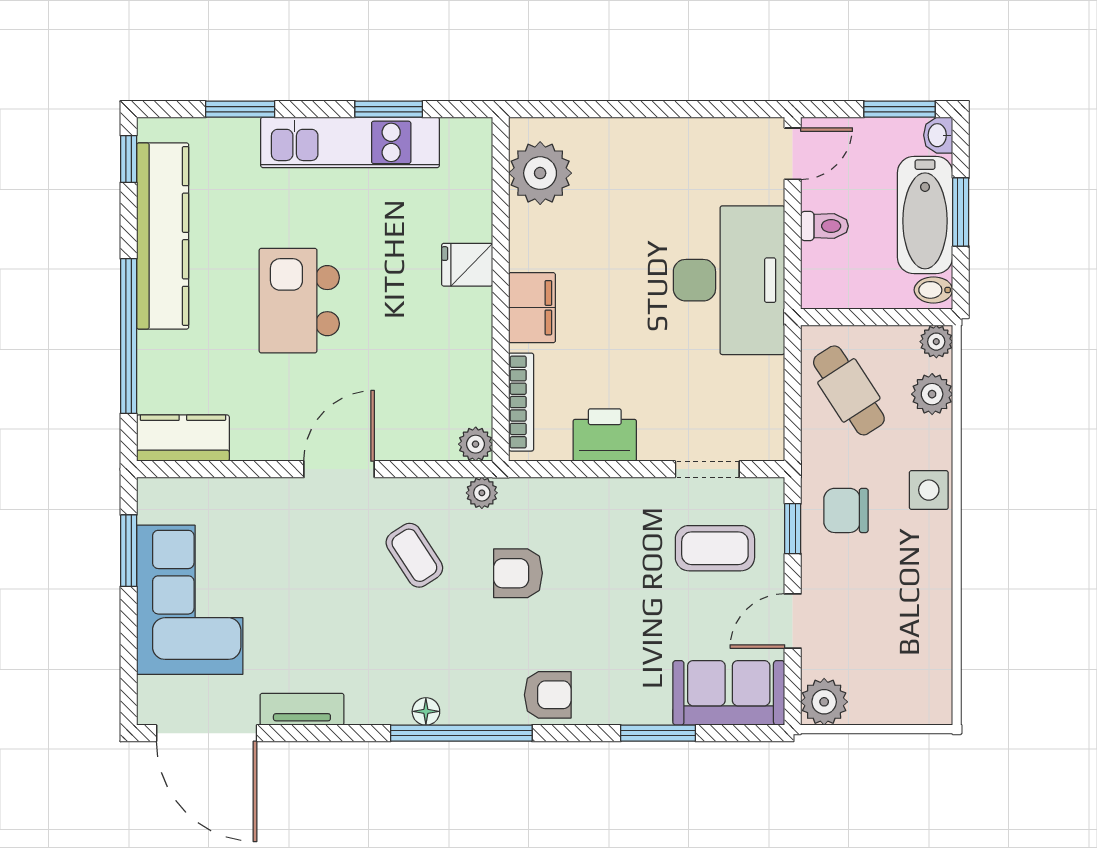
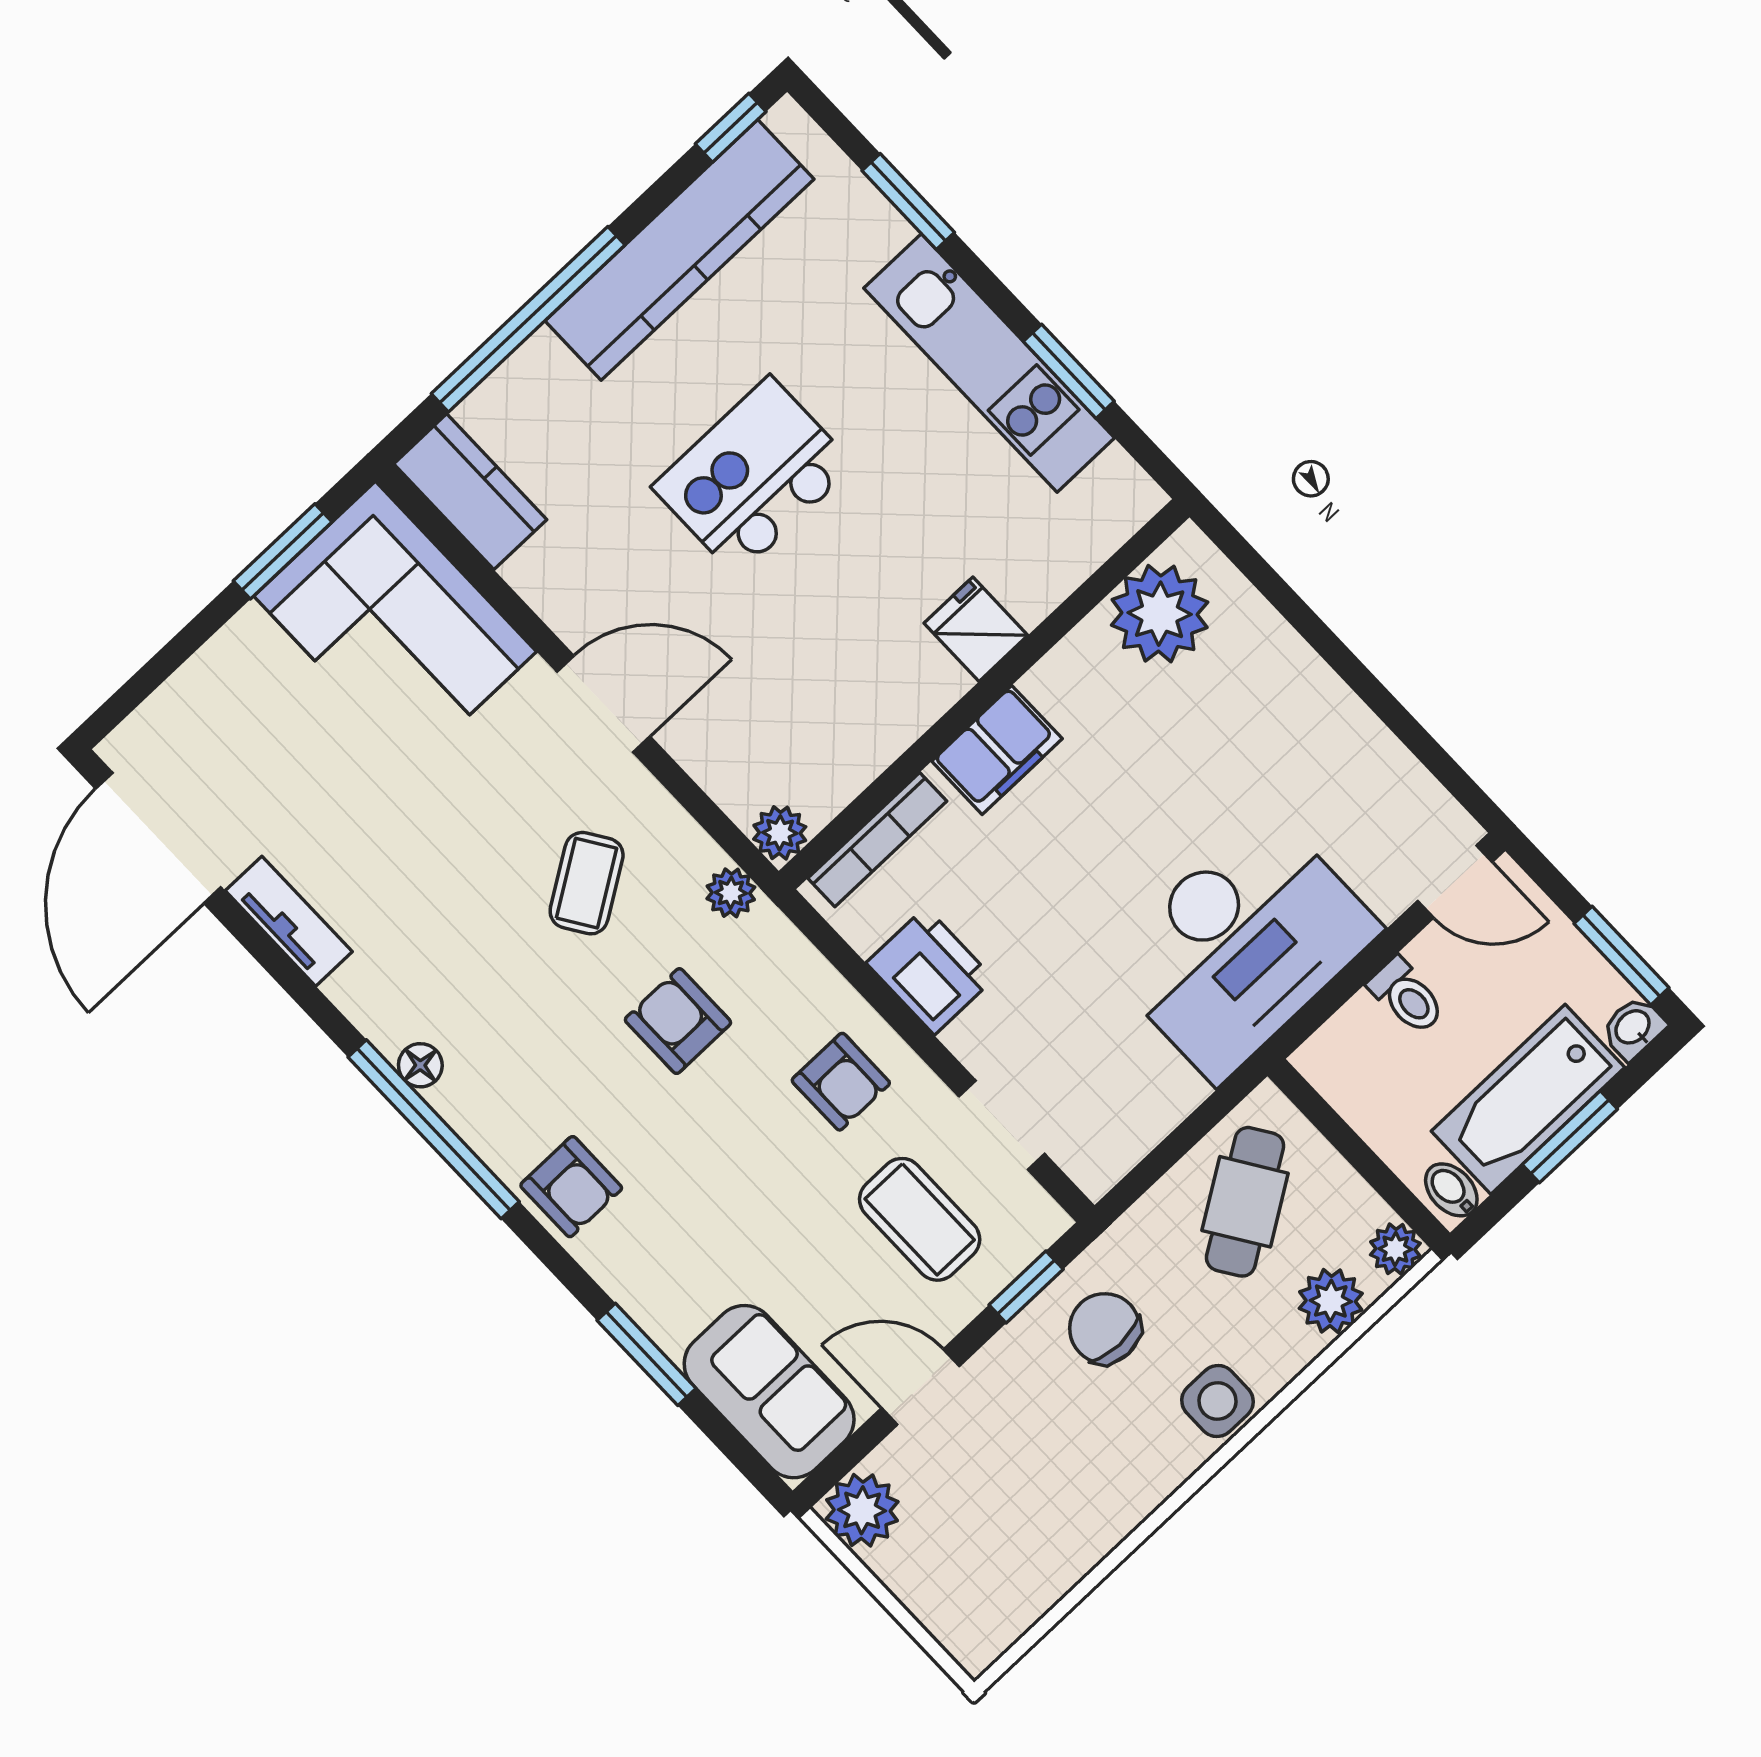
armchair: (617, 524) -> (841, 1082), added
corner sofa: (190, 600) -> (395, 624), moved, turned 90

